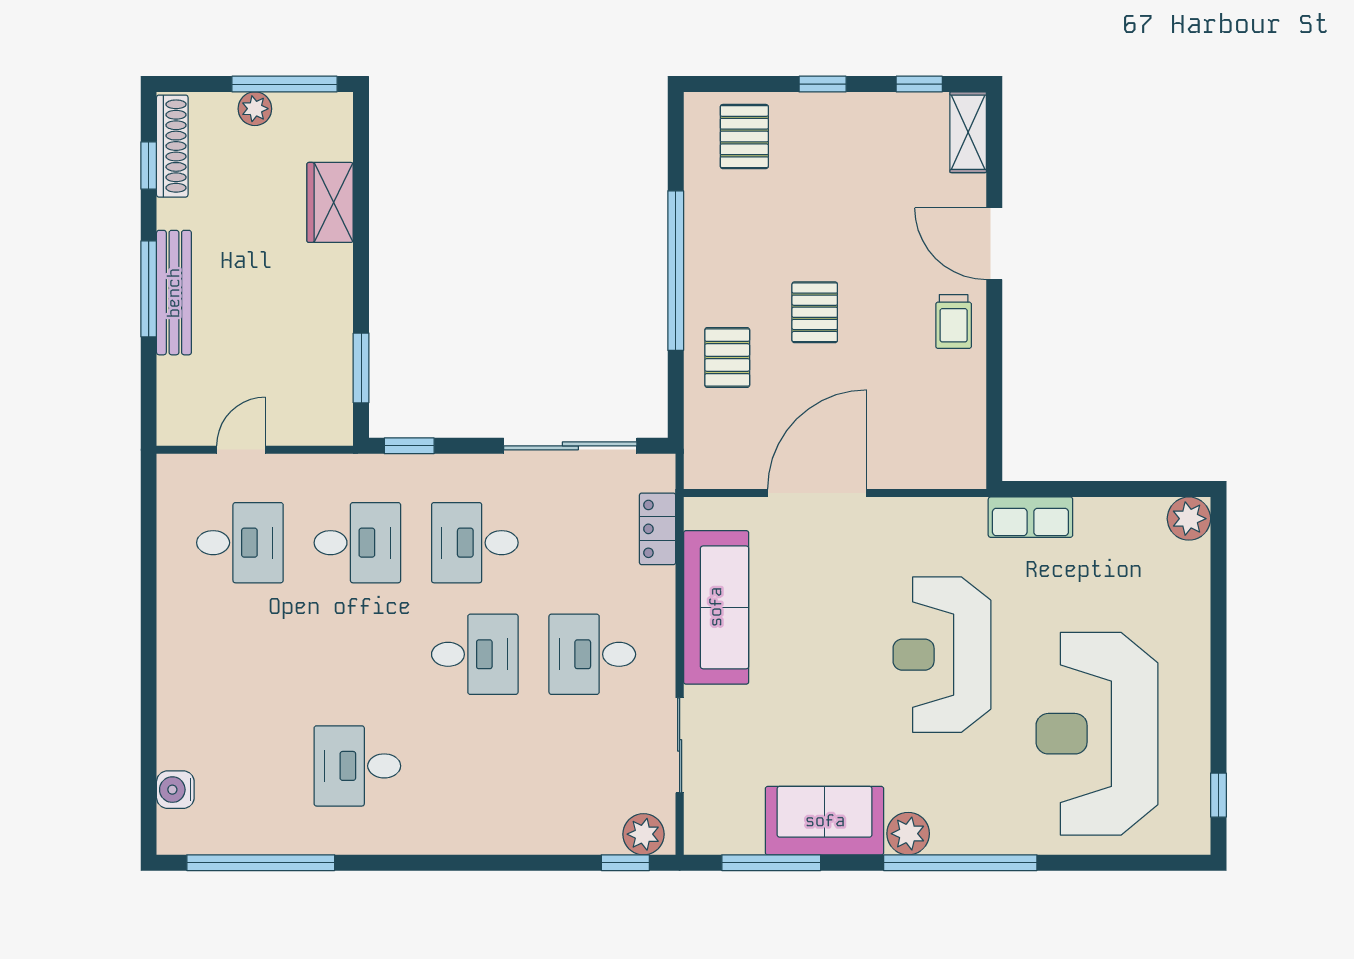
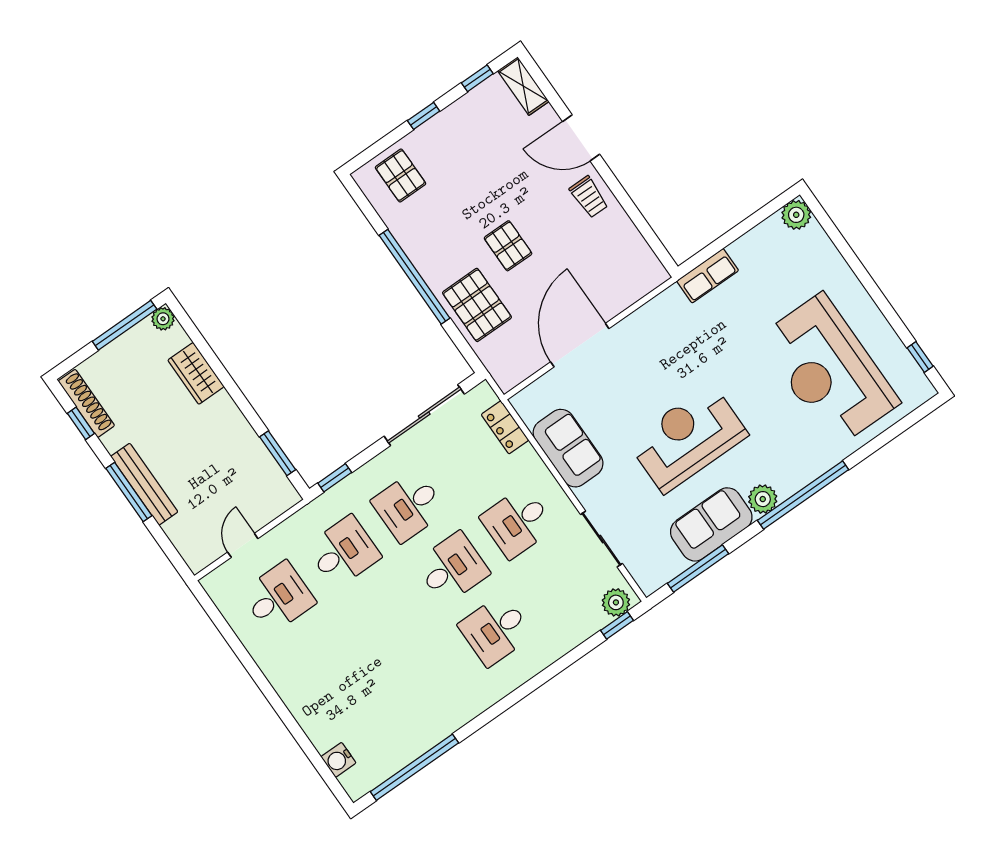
plant: (255, 109) -> (163, 319), moved
pallet: (727, 357) -> (477, 305), width x1.50, depth x1.42
sofa: (716, 607) -> (568, 448), width x0.73
reception desk: (942, 655) -> (688, 438), moved, turned 90
desk: (357, 766) -> (496, 630), moved

